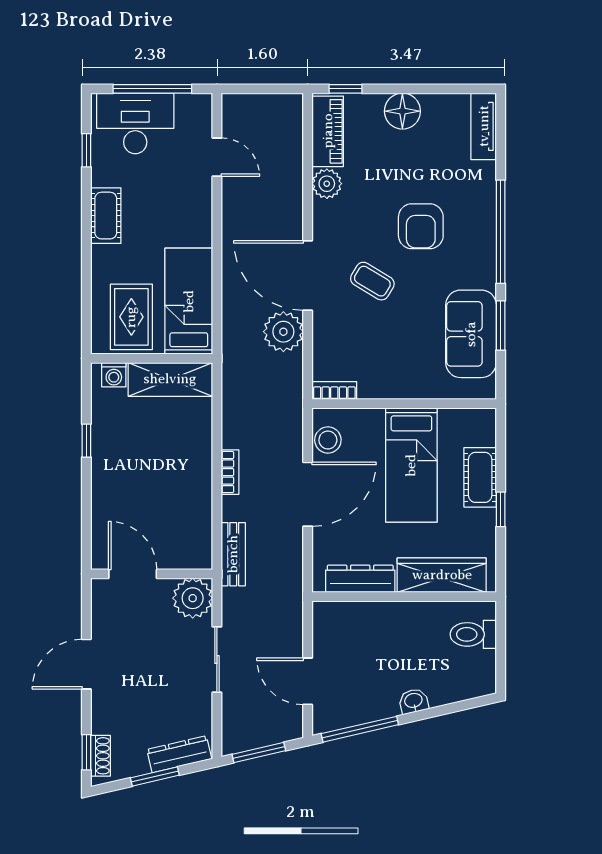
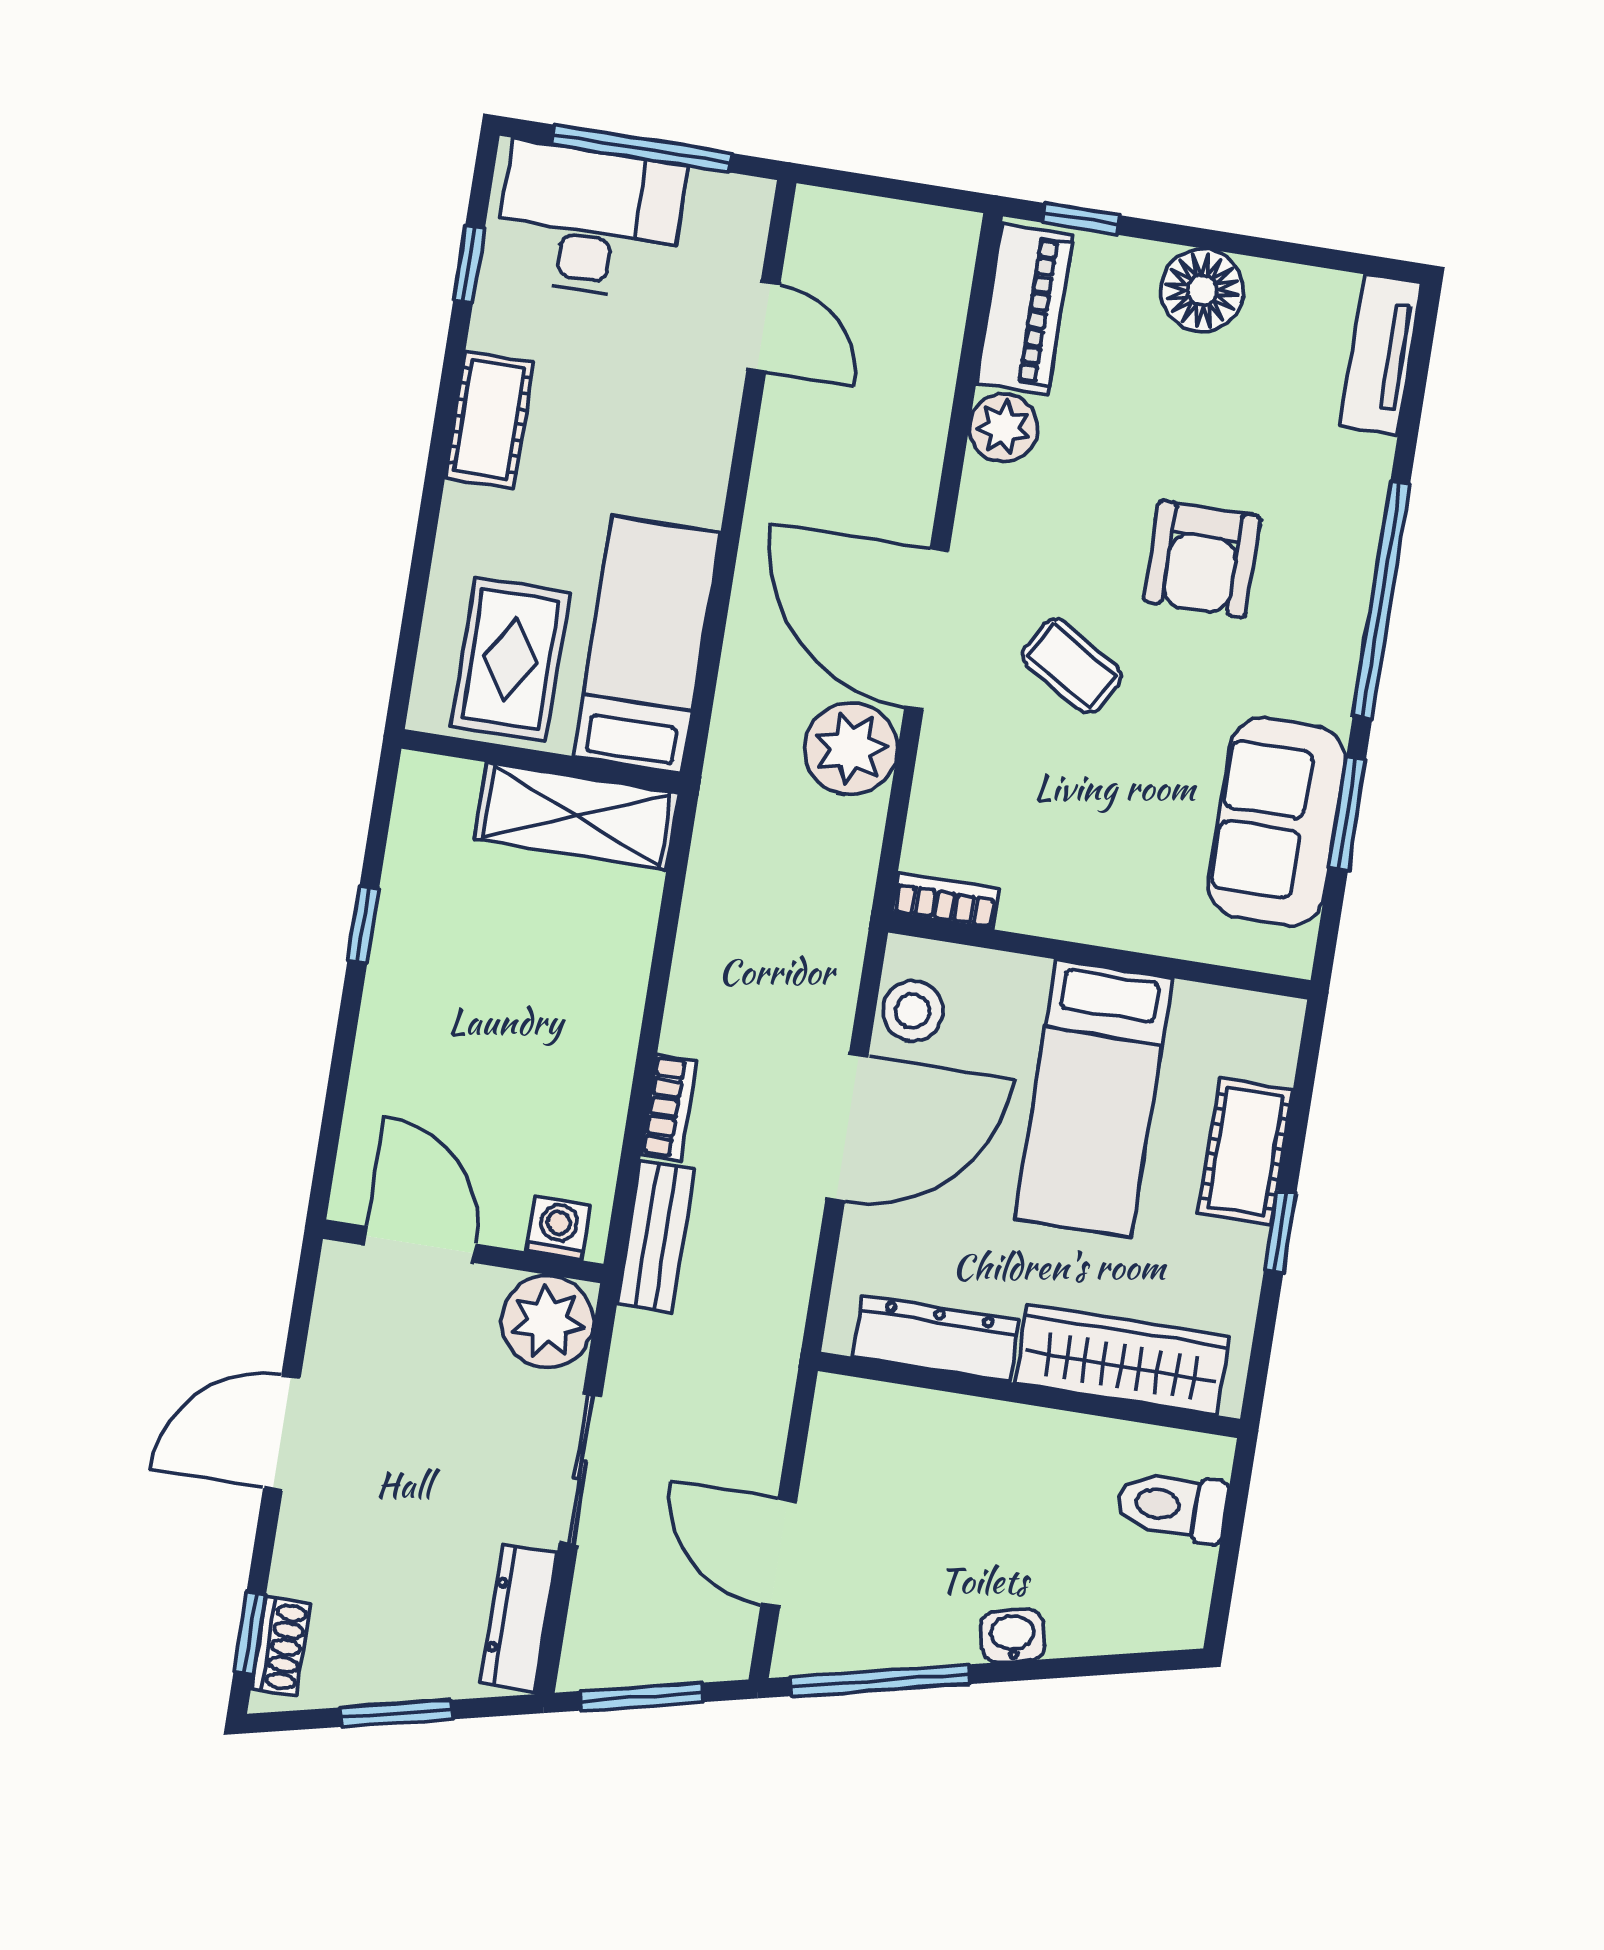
washing machine: (114, 375) -> (558, 1228), moved, turned 180
bookcase: (230, 472) -> (669, 1108), moved
dresser: (179, 754) -> (519, 1618), moved, turned -77

